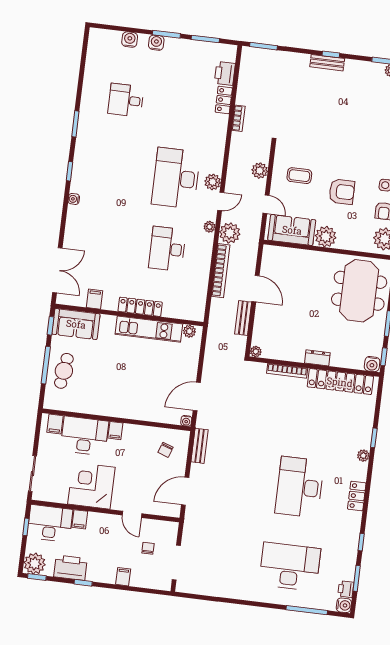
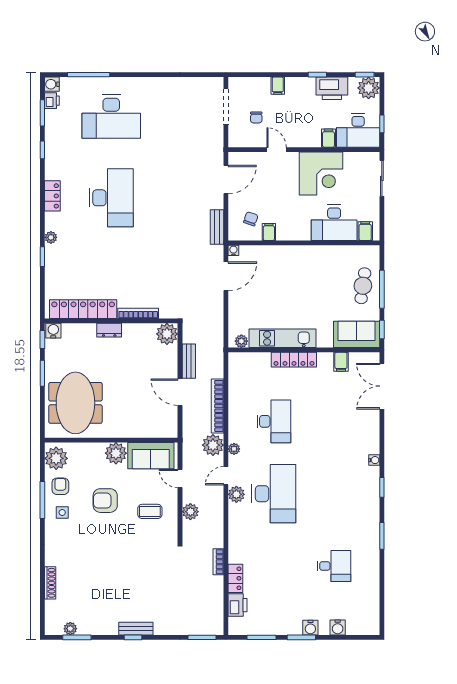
plant: (256, 352) -> (167, 334), width x1.87, depth x1.87
filing cabinet: (115, 431) -> (269, 232), moved

